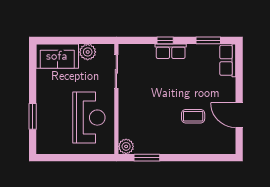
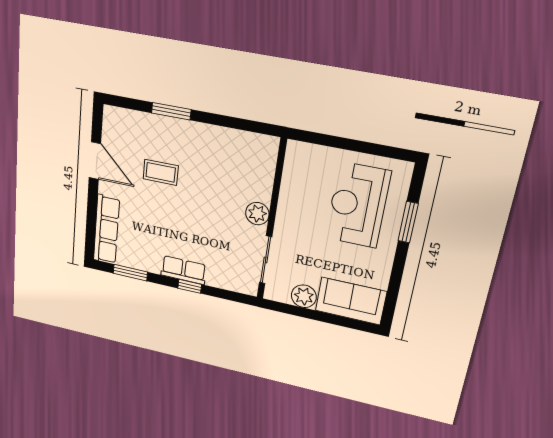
row of seats: (228, 60) -> (106, 230), width x1.48
reception desk: (89, 118) -> (358, 205), moved
plant: (126, 146) -> (257, 214), moved
window: (147, 158) -> (171, 111), moved

